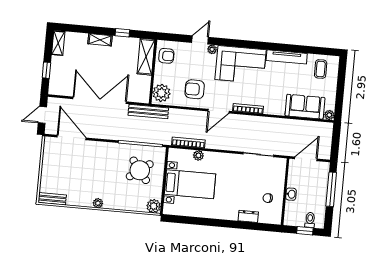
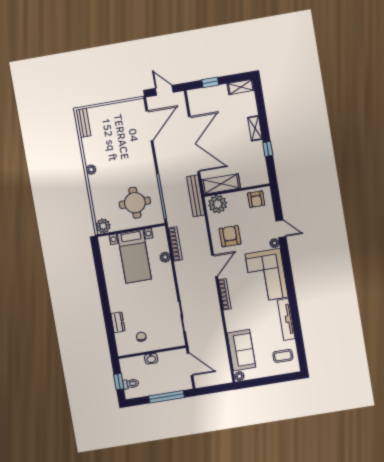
shelving: (146, 57) -> (221, 184), moved
door: (219, 111) -> (214, 266), swing flipped
round table: (140, 170) -> (135, 203), turned 37

